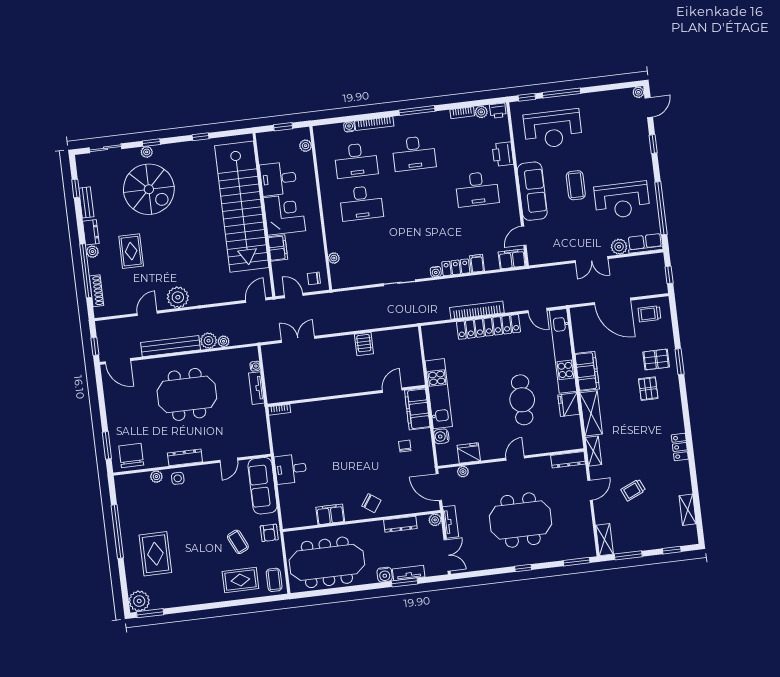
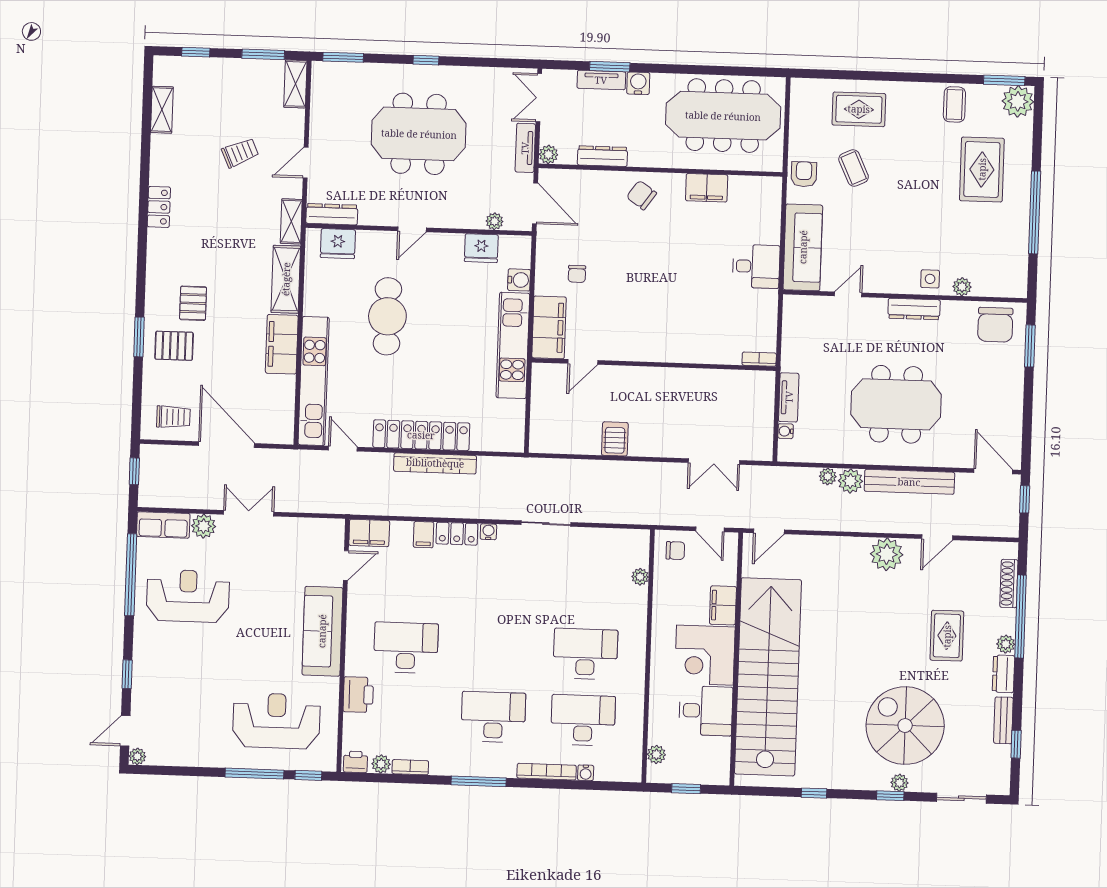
coffee table: (576, 185) -> (255, 630), removed
fridge: (569, 405) -> (338, 244), moved, turned 90
coffee table: (274, 580) -> (954, 104), moved

